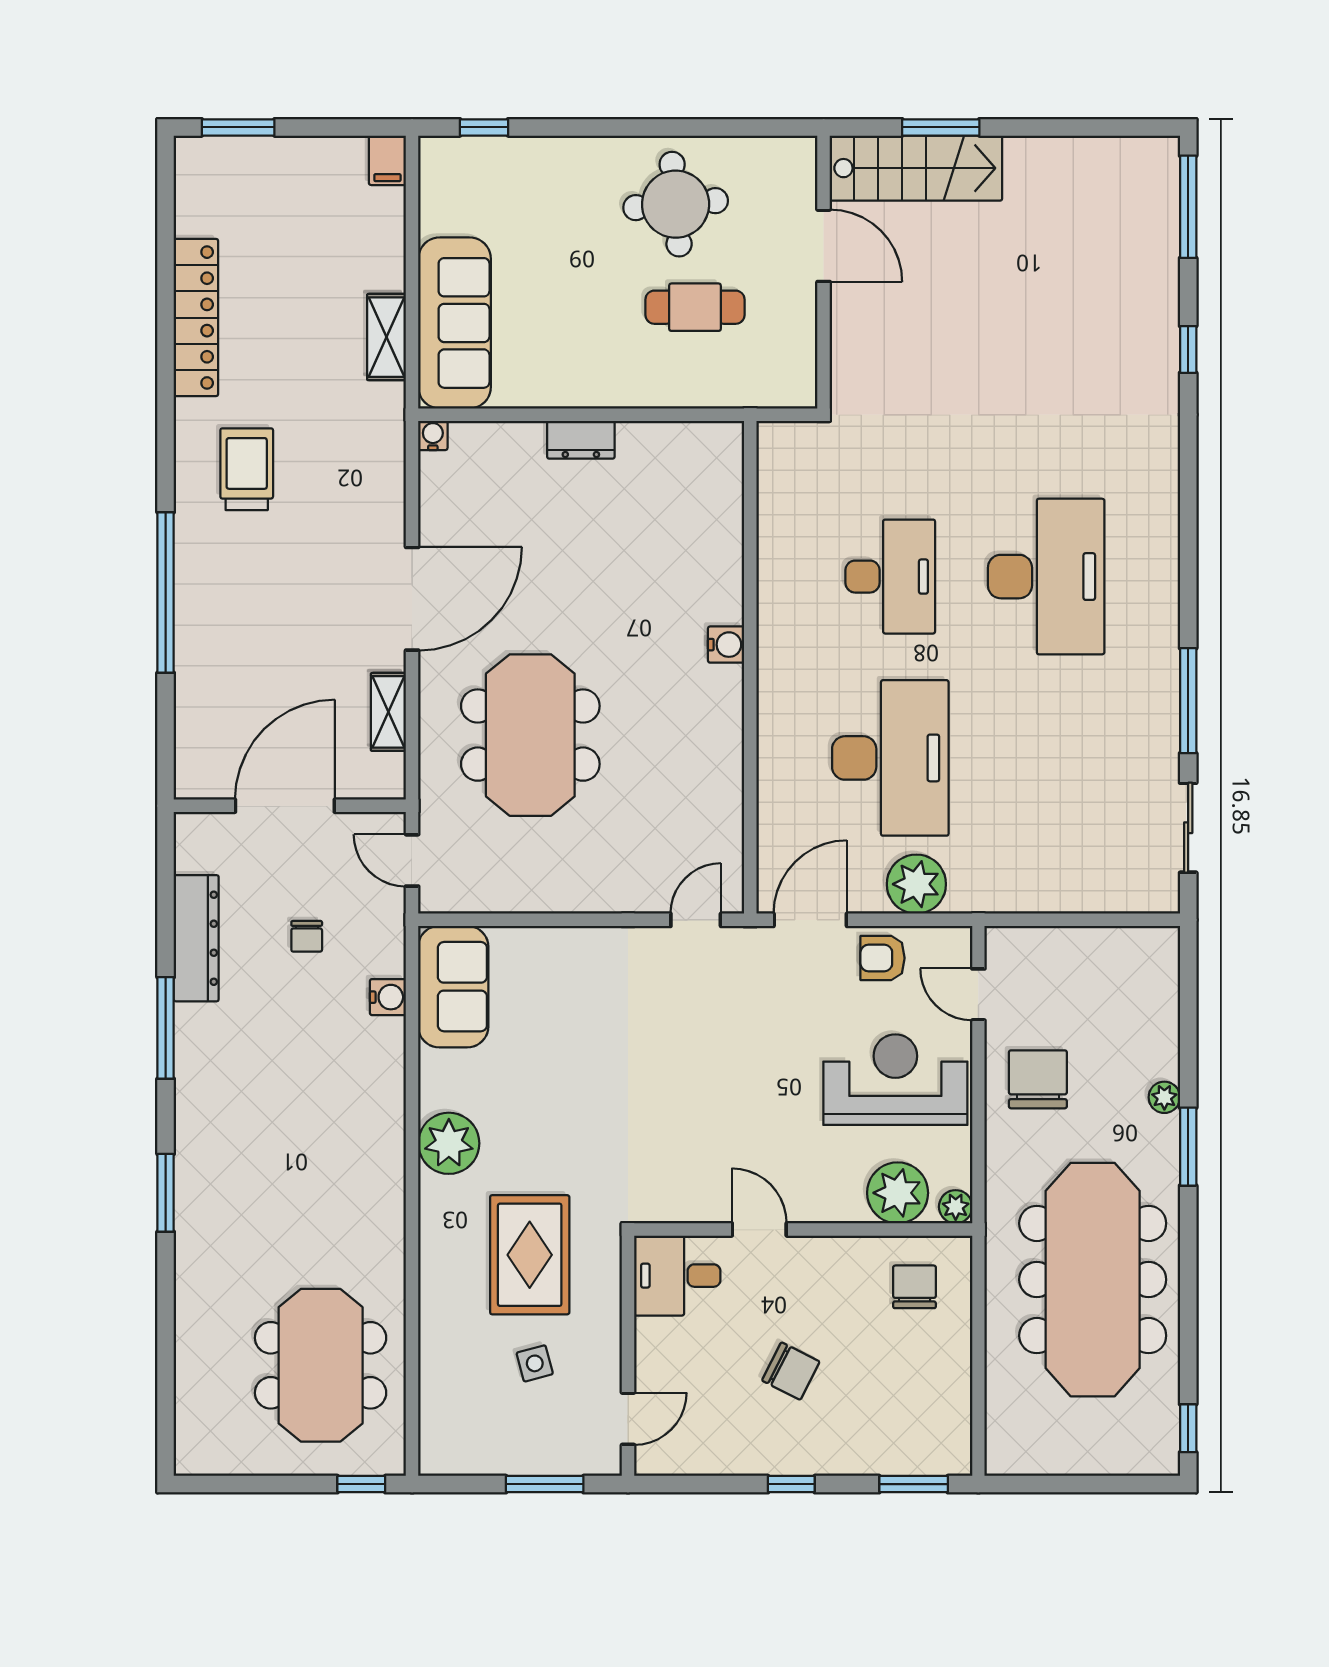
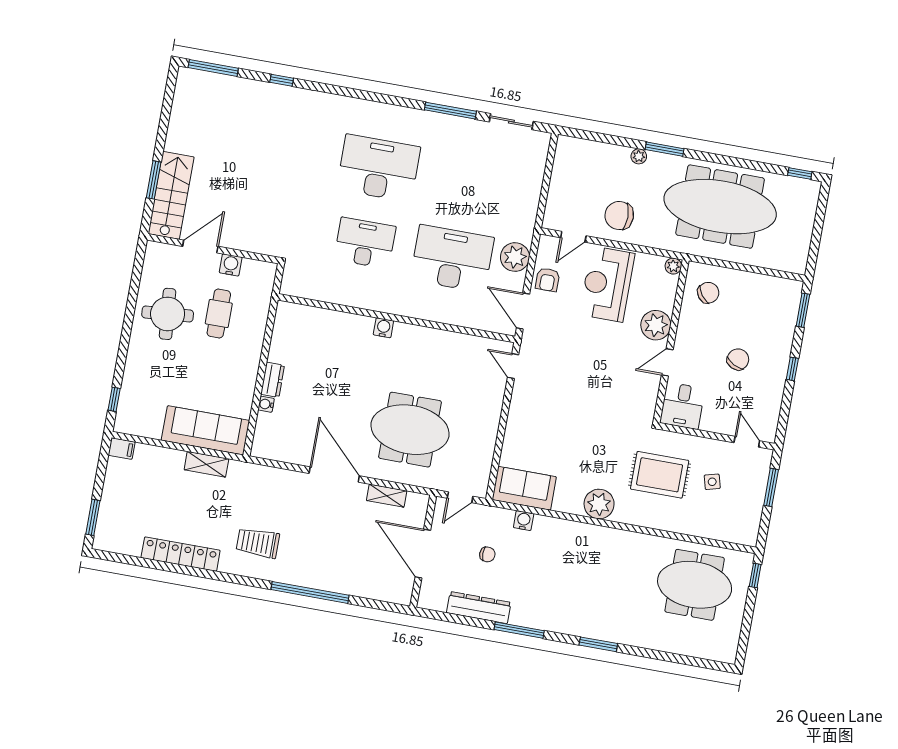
water cooler: (797, 314) -> (231, 265), added
water cooler: (433, 435) -> (266, 404), moved
plant: (898, 1193) -> (656, 325), moved
chair: (914, 1287) -> (708, 293), turned 144

